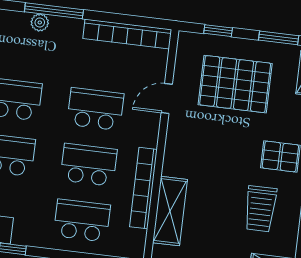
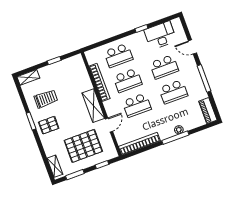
trolley: (260, 209) -> (46, 99), turned 90
shelving: (170, 211) -> (93, 106), moved

